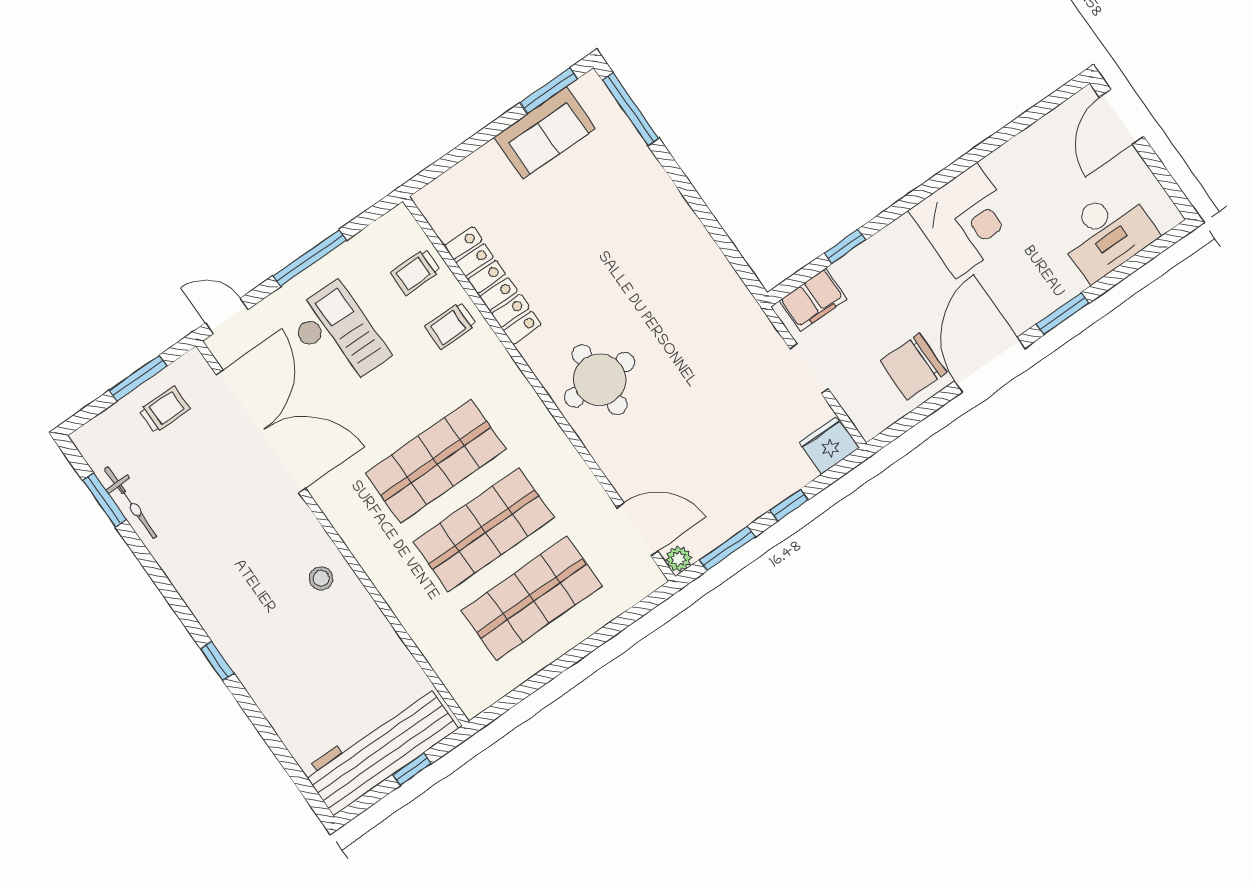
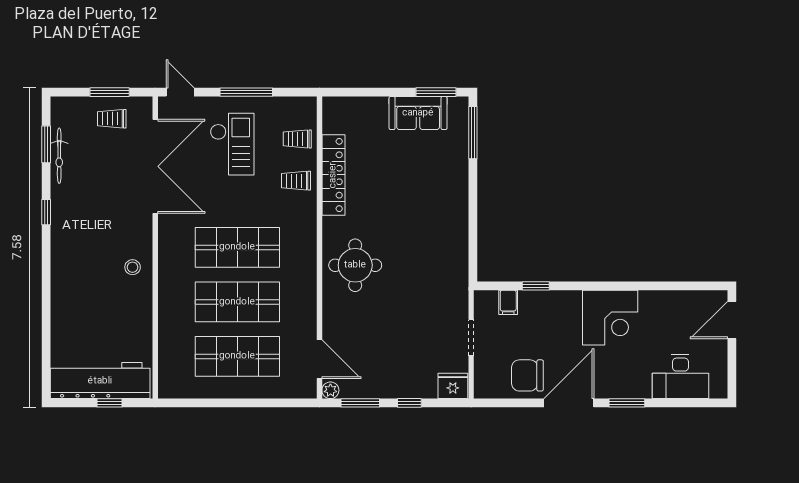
filing cabinet: (813, 300) -> (508, 302), width x0.50
trolley: (164, 410) -> (112, 119), turned 180
window: (217, 661) -> (46, 212), moved

